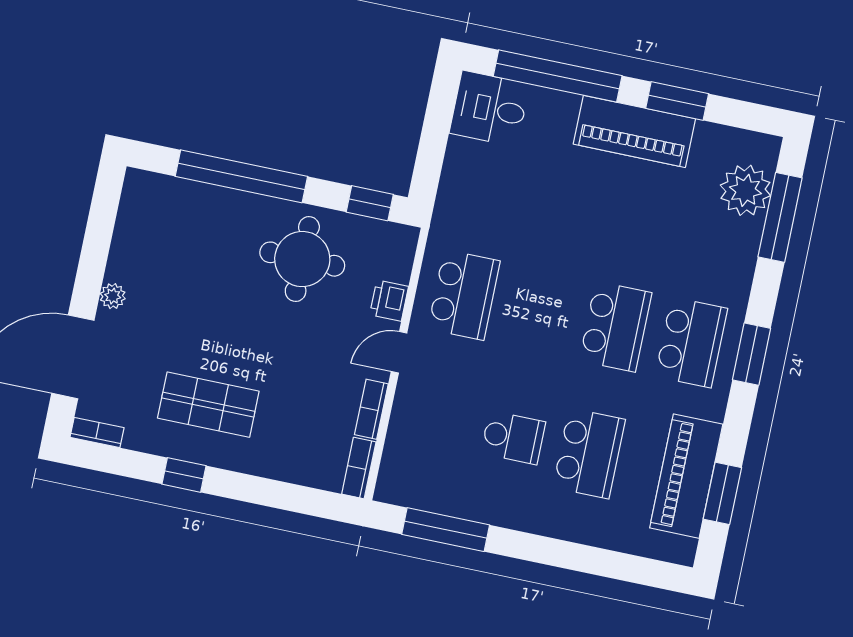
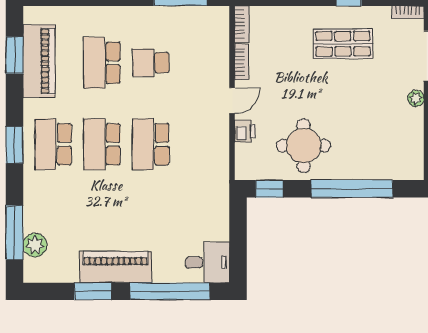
plant: (745, 190) -> (35, 245), width x0.73, depth x0.73
school desk: (464, 295) -> (151, 144), moved

